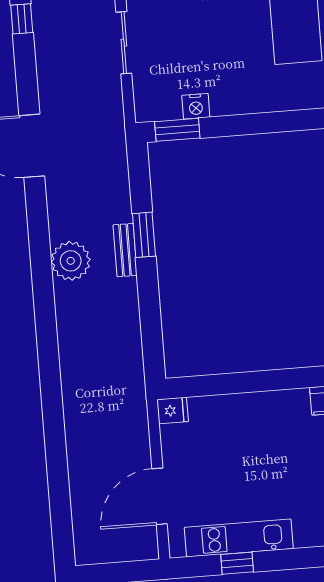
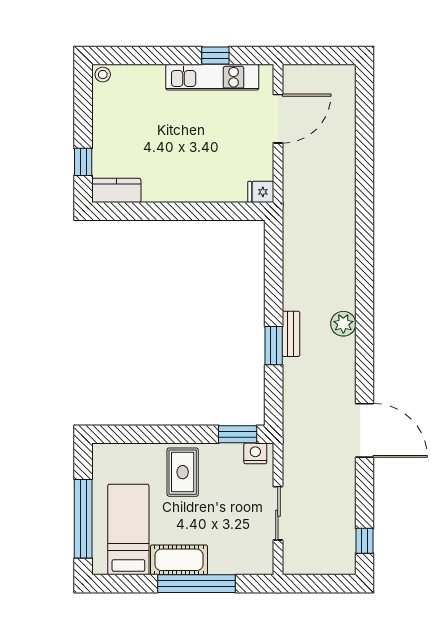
rug: (237, 81) -> (183, 472), added
nightstand: (196, 106) -> (255, 453), moved
plant: (71, 261) -> (343, 324), width x0.73, depth x0.73

